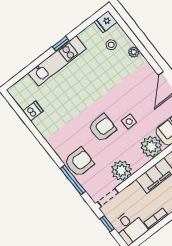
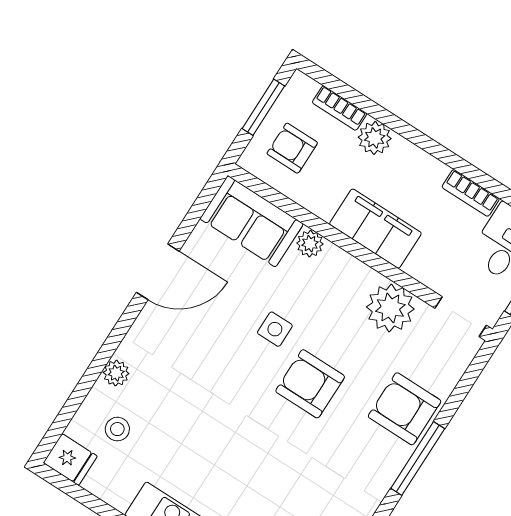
plant: (151, 147) -> (310, 244), width x0.53, depth x0.53
window: (73, 180) -> (418, 458), moved

